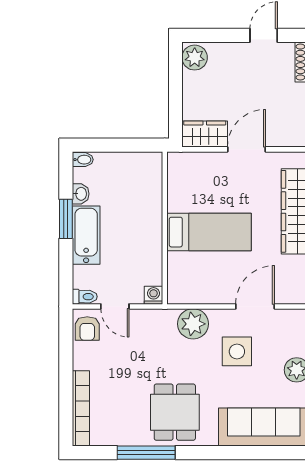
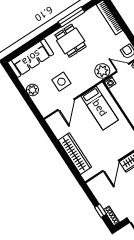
bed: (209, 232) -> (100, 108), moved, turned -90
plant: (193, 324) -> (102, 71), moved

